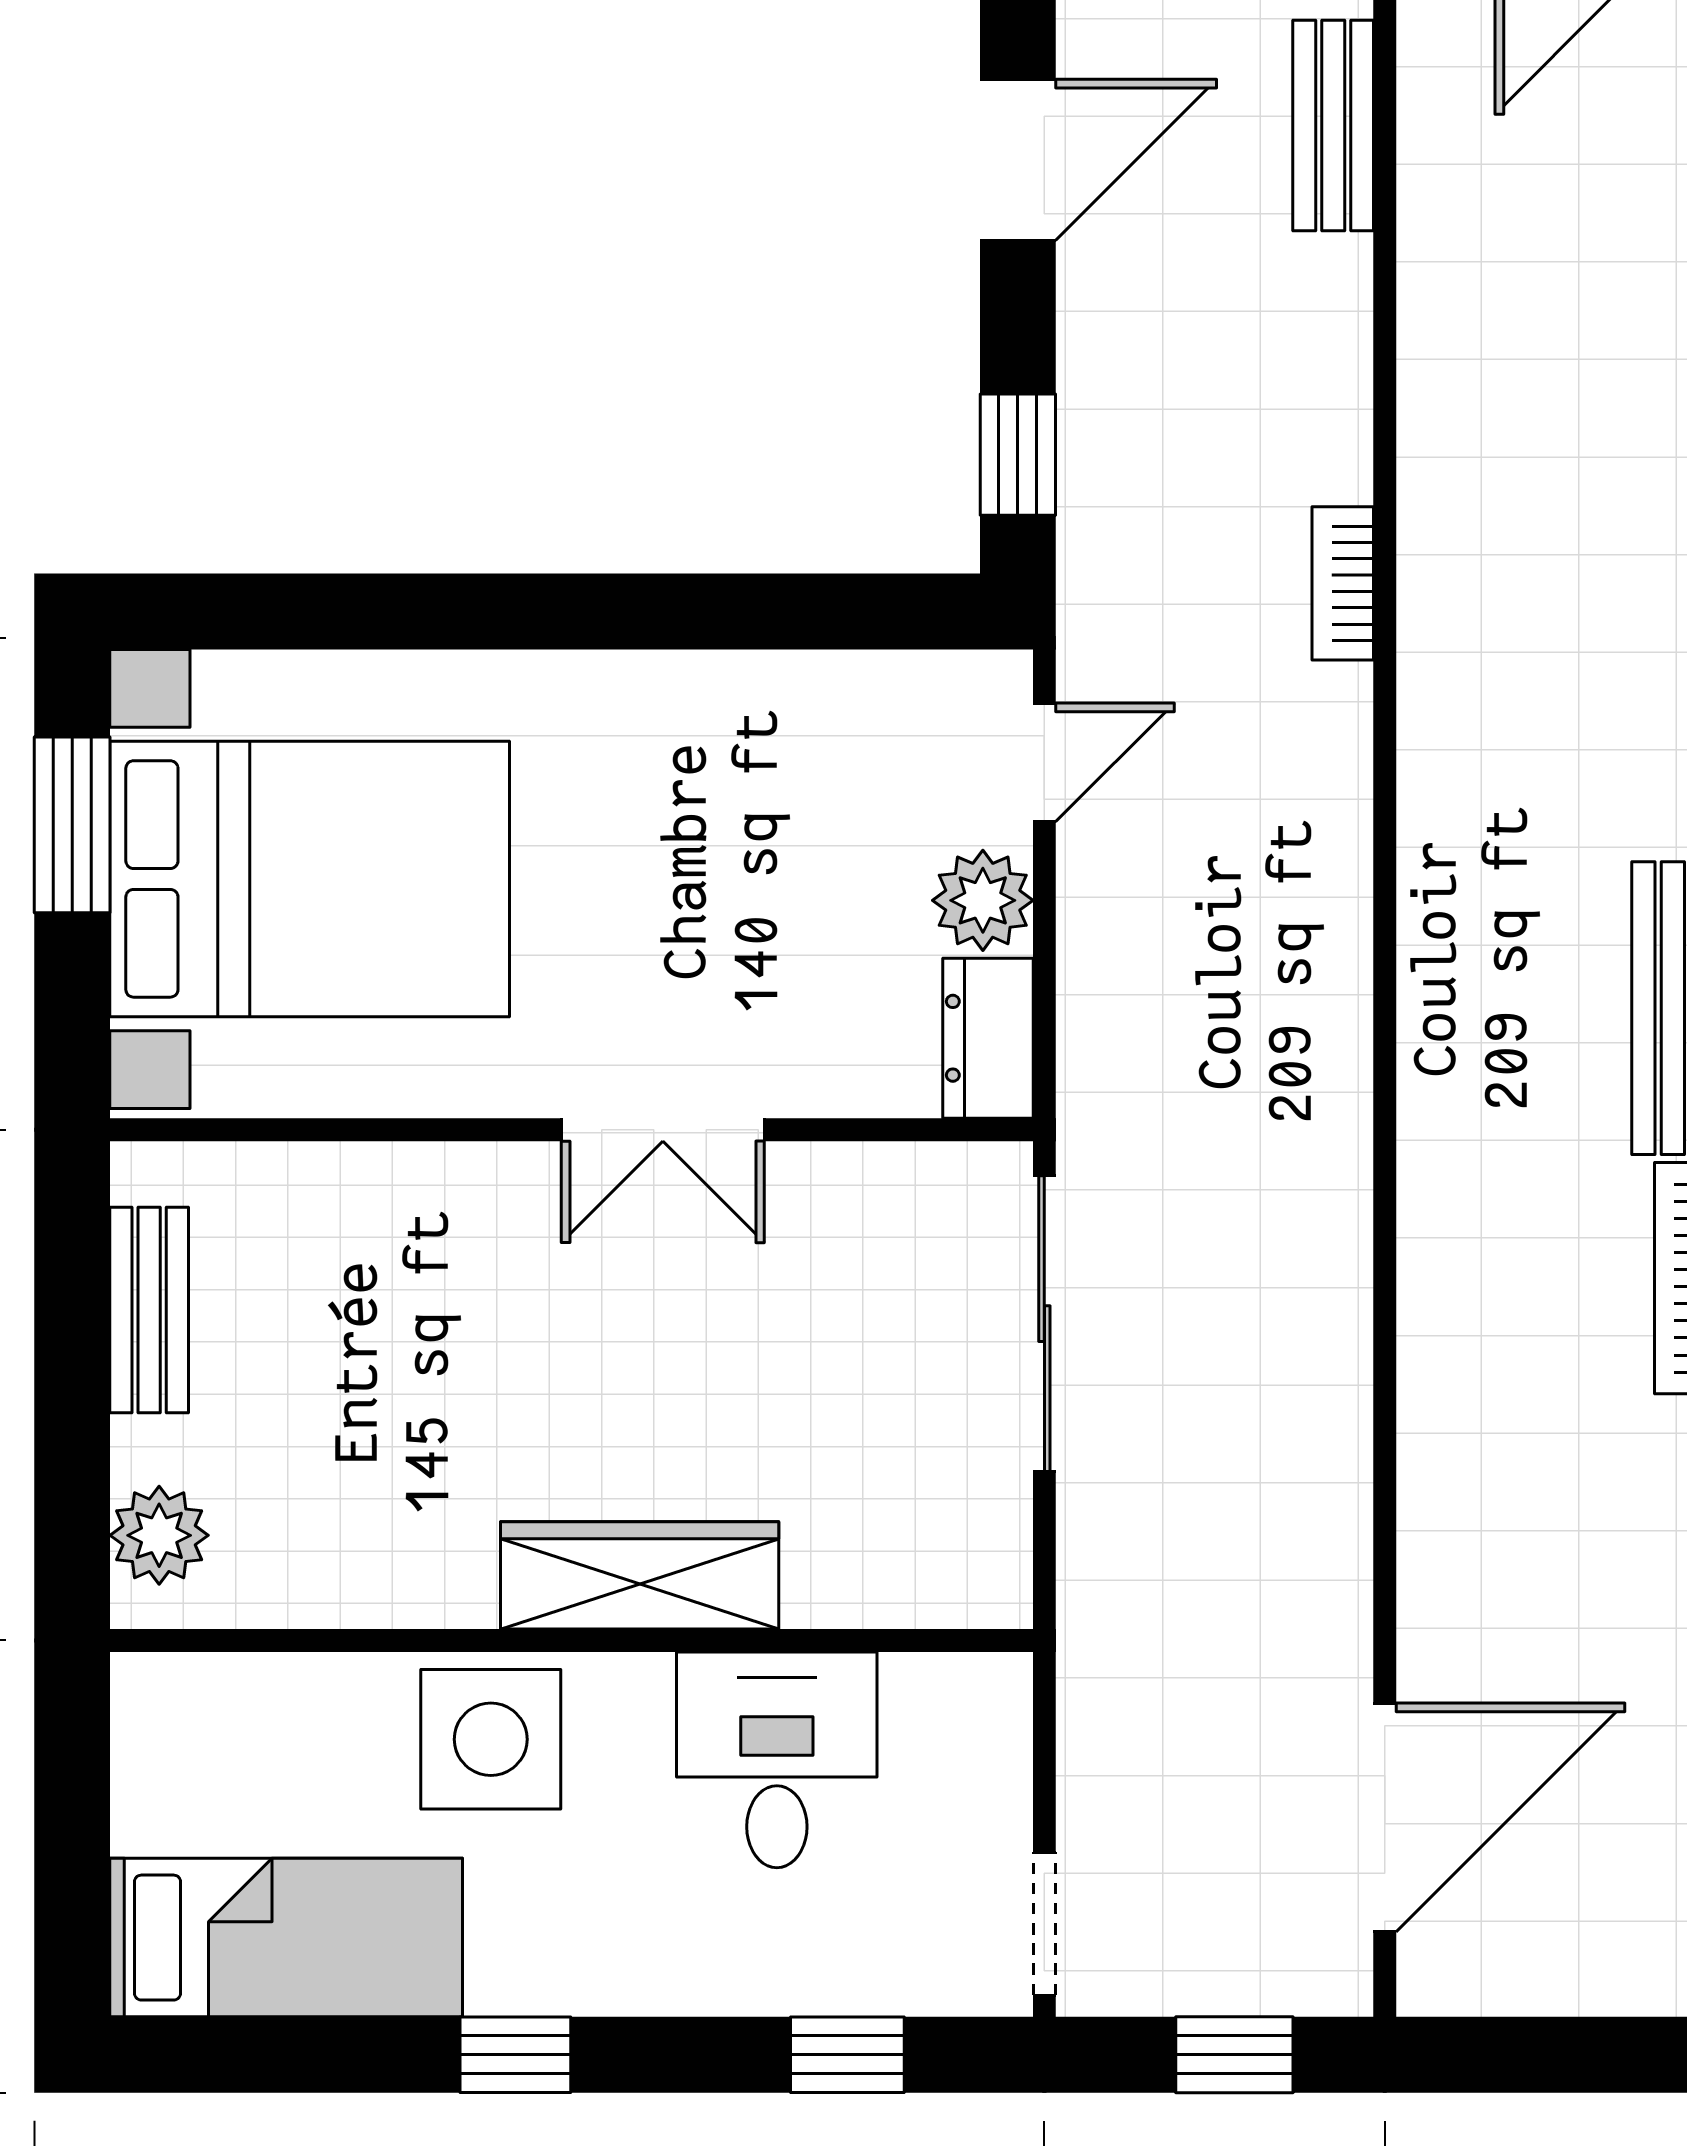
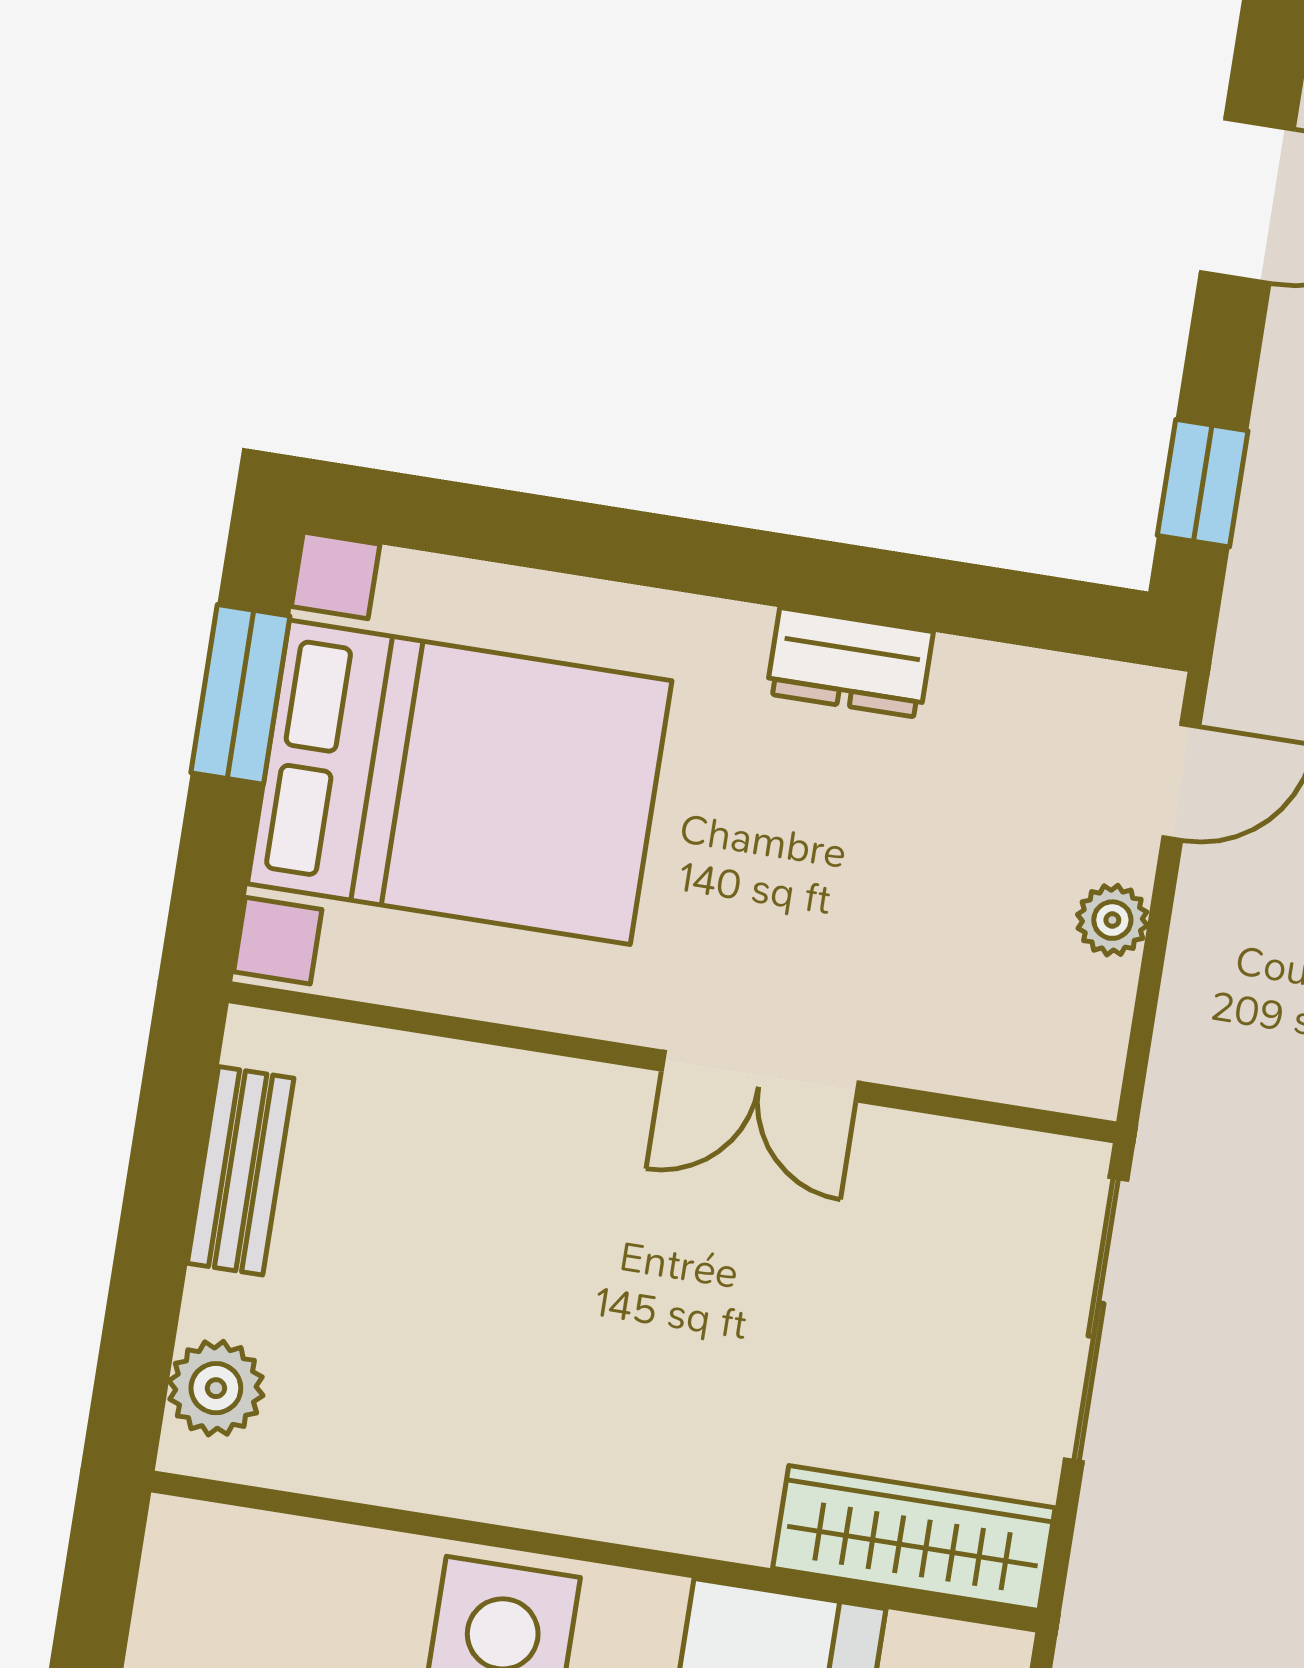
plant: (983, 900) -> (1112, 920), width x0.73, depth x0.73
dresser: (988, 1038) -> (850, 663), moved, turned -90
wardrobe: (640, 1575) -> (914, 1538), moved

